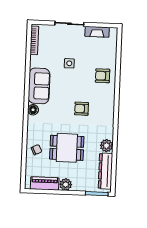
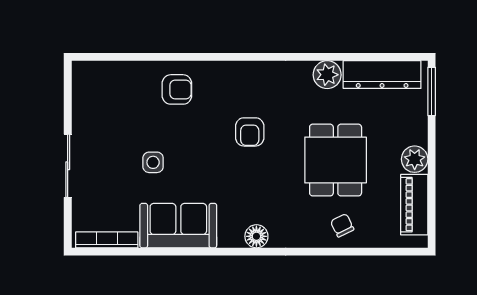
fireplace: (97, 32) -> (83, 105), removed
armchair: (103, 76) -> (177, 89), turned -90
sofa: (39, 86) -> (178, 226), moved

